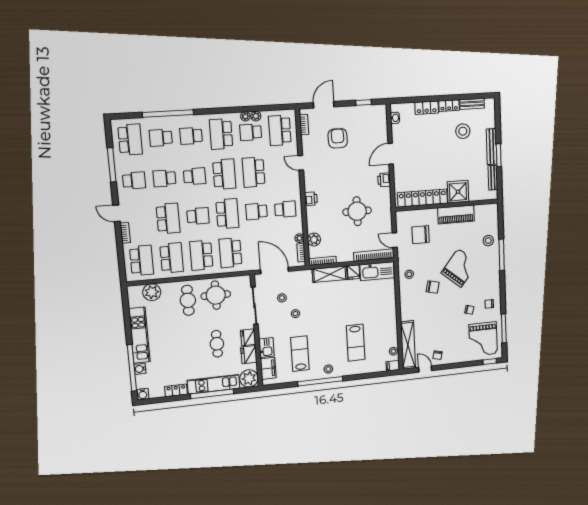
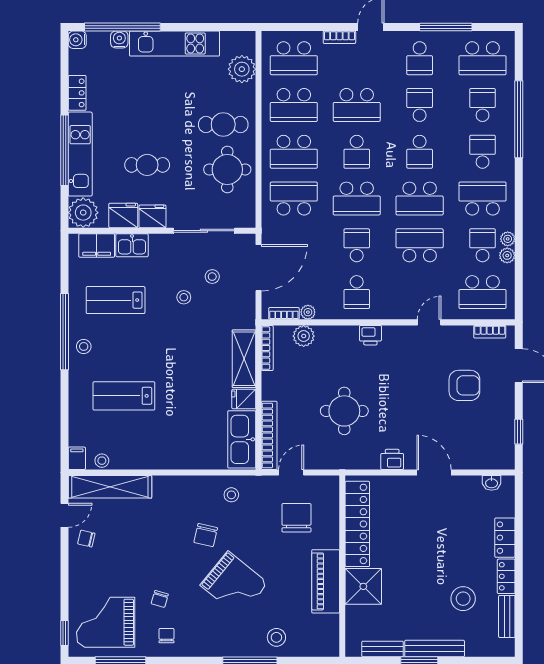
school desk: (280, 130) -> (483, 292), turned 180
school desk: (201, 255) -> (294, 152), turned 180
lab bench: (300, 354) -> (116, 300), turned 180

